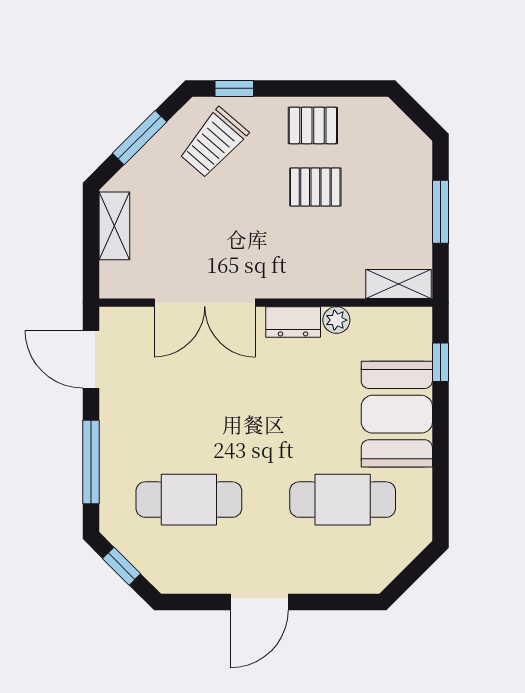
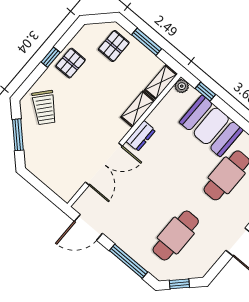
window: (234, 88) -> (51, 57), moved
pallet: (315, 187) -> (114, 46), moved
shelving: (114, 226) -> (138, 109), moved, turned 90
plant: (336, 320) -> (182, 86), moved

